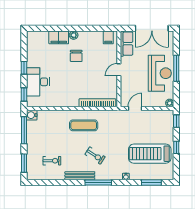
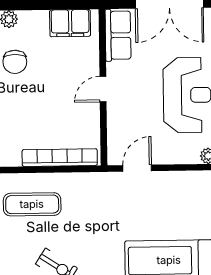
filing cabinet: (108, 37) -> (70, 23), width x2.00

